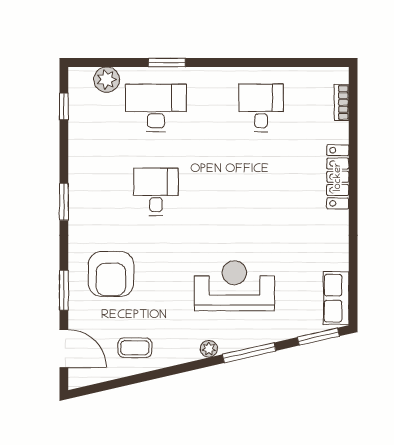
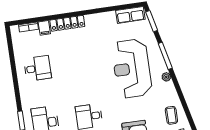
desk: (261, 108) -> (38, 68), turned 180
filing cabinet: (336, 132) -> (44, 28), added
reception desk: (234, 286) -> (132, 69), width x1.36, depth x1.30

